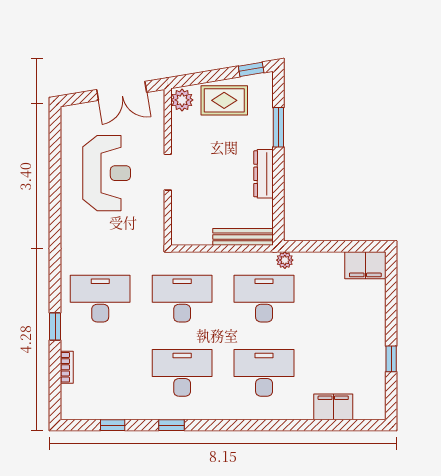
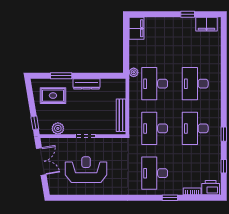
window: (251, 69) -> (35, 123), moved
plant: (182, 100) -> (58, 128), moved
rug: (224, 100) -> (53, 96), moved, turned 90
bench: (243, 237) -> (121, 115), moved
printer: (74, 401) -> (211, 188), added
filing cabinet: (333, 407) -> (206, 24), moved, turned -90

